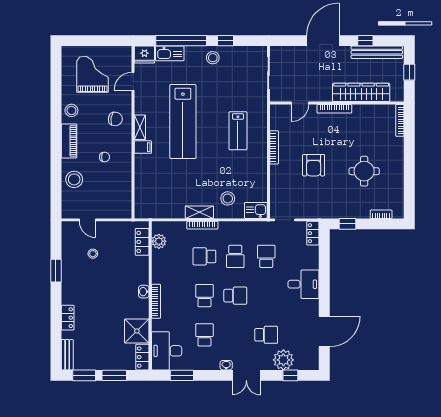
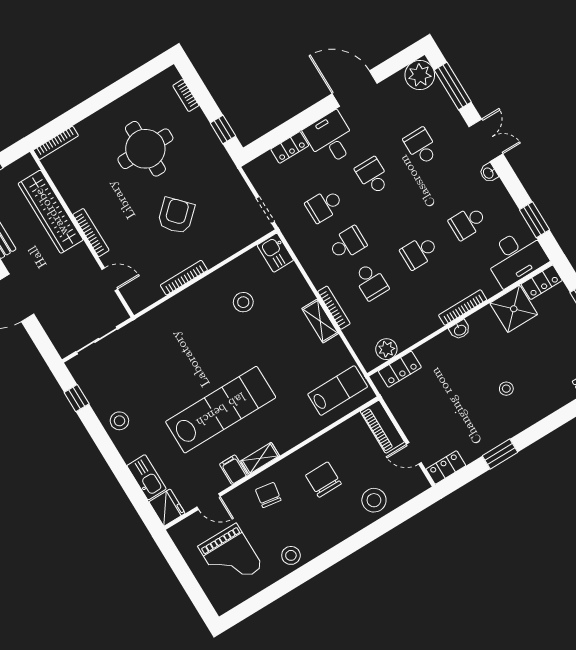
window: (181, 41) -> (122, 473), removed
window: (226, 41) -> (77, 398), moved
grand piano: (93, 74) -> (230, 557), turned -90
lab bench: (238, 131) -> (338, 391), moved
piano: (69, 141) -> (382, 427), moved, turned -90
filing cabinet: (143, 147) -> (233, 470), moved
chair: (105, 157) -> (323, 480), width x1.87, depth x1.87
armchair: (314, 165) -> (176, 216), turned -43
round table: (364, 171) -> (145, 149), width x1.36, depth x1.36
stool: (228, 198) -> (243, 302), moved
door: (87, 220) -> (414, 453), swing flipped
locker: (313, 233) -> (290, 147), moved
stool: (93, 254) -> (506, 389), moved
school desk: (235, 296) -> (373, 176), moved
locker: (68, 318) -> (446, 467), moved
door: (324, 331) -> (355, 89), moved
plant: (283, 360) -> (420, 75), moved
window: (290, 375) -> (453, 86), width x2.17

